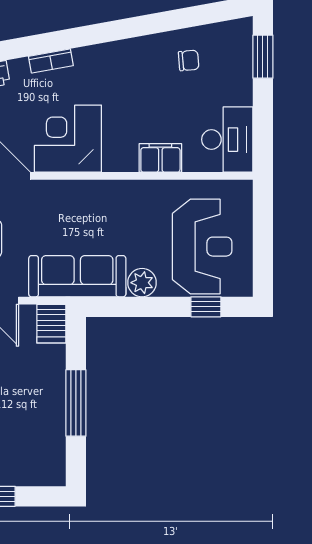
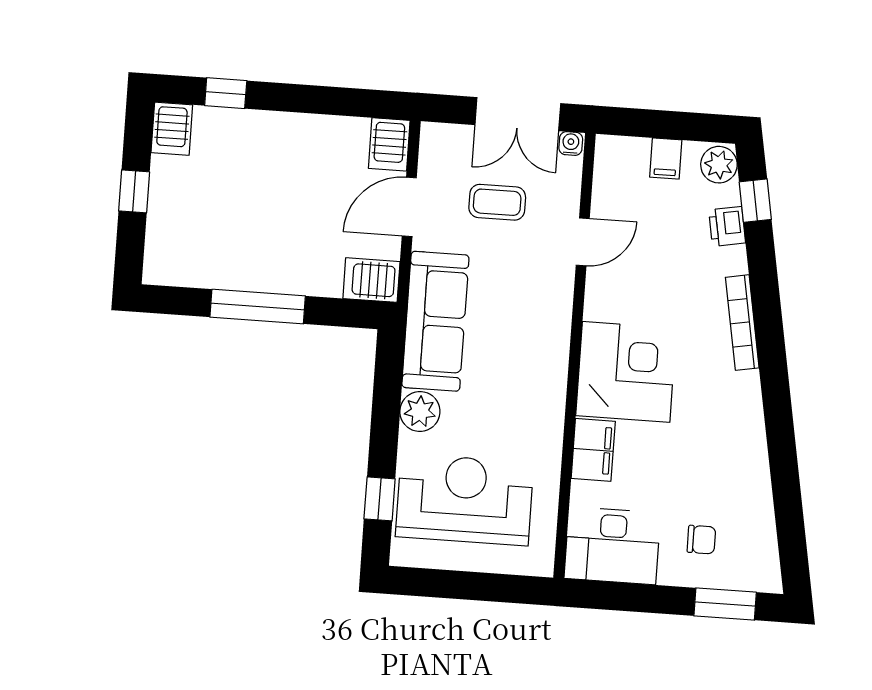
chair: (189, 60) -> (701, 540), moved, turned -85
bookcase: (51, 61) -> (742, 323), width x1.56
corner desk: (68, 139) -> (626, 372), moved
reception desk: (202, 247) -> (465, 500), turned 180

